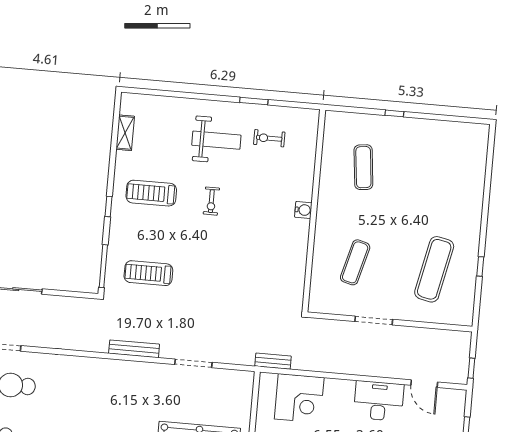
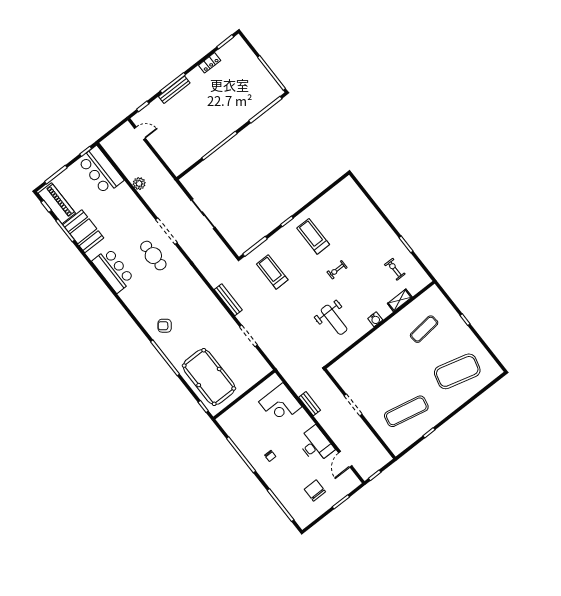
shelving: (125, 133) -> (400, 300), moved
weight bench: (216, 140) -> (334, 320), moved
exercise mat: (355, 262) -> (457, 371), moved, width x2.00, depth x1.45
bench: (273, 361) -> (310, 404), moved

